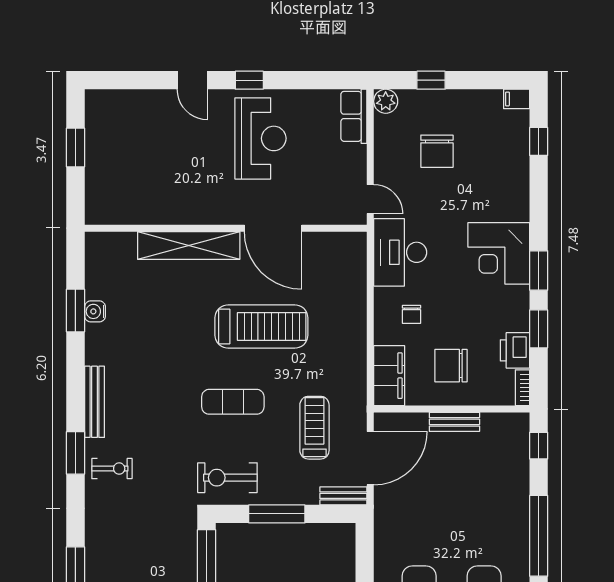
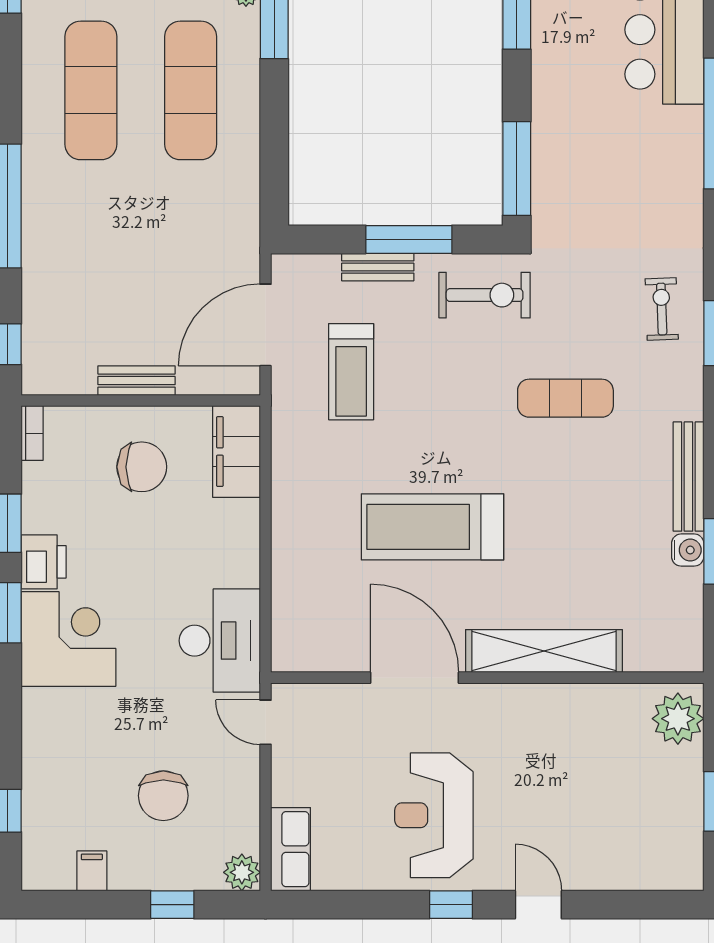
filing cabinet: (517, 99) -> (92, 871), moved, turned -90
chair: (437, 151) -> (163, 796), turned 180
plant: (101, 201) -> (678, 719), added
chair: (411, 314) -> (202, 545), removed
printer: (515, 350) -> (44, 562), moved
bench: (94, 402) -> (688, 477), moved
exercise mat: (233, 402) -> (565, 398), moved
exercise bike: (112, 469) -> (662, 309), turned 88
bench: (343, 496) -> (378, 267), moved

